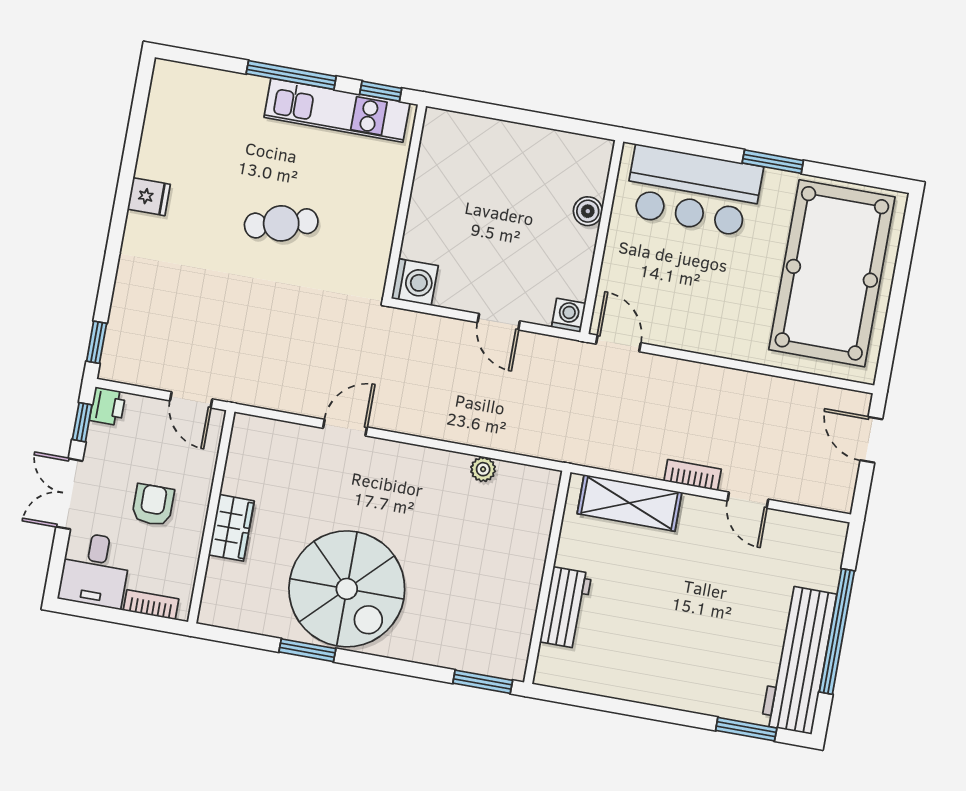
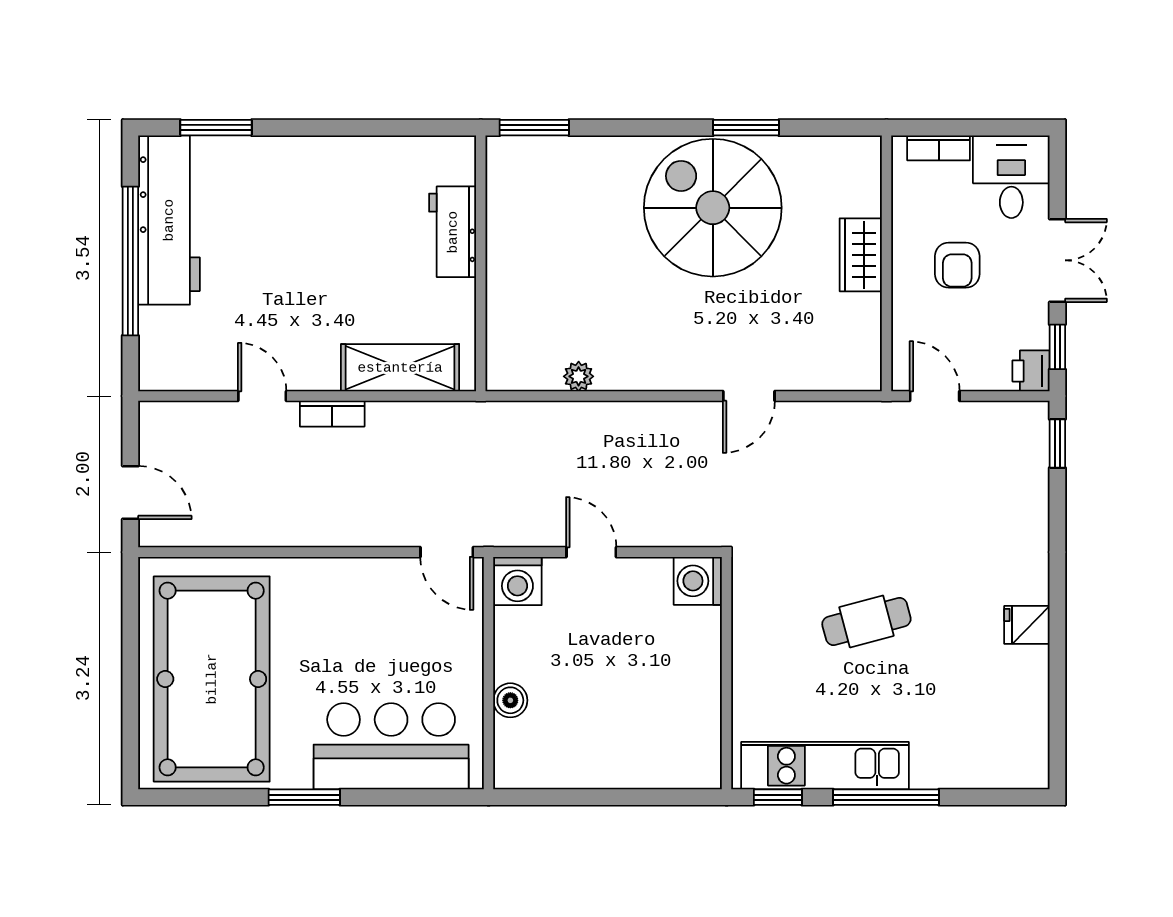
washing machine: (569, 315) -> (517, 581), width x1.38, depth x1.38

